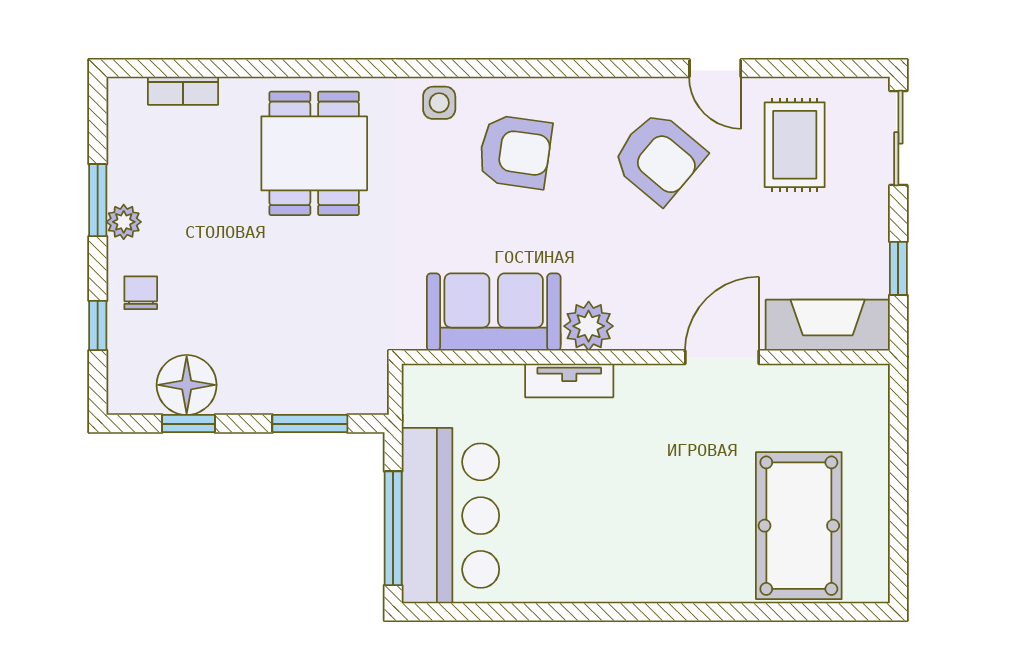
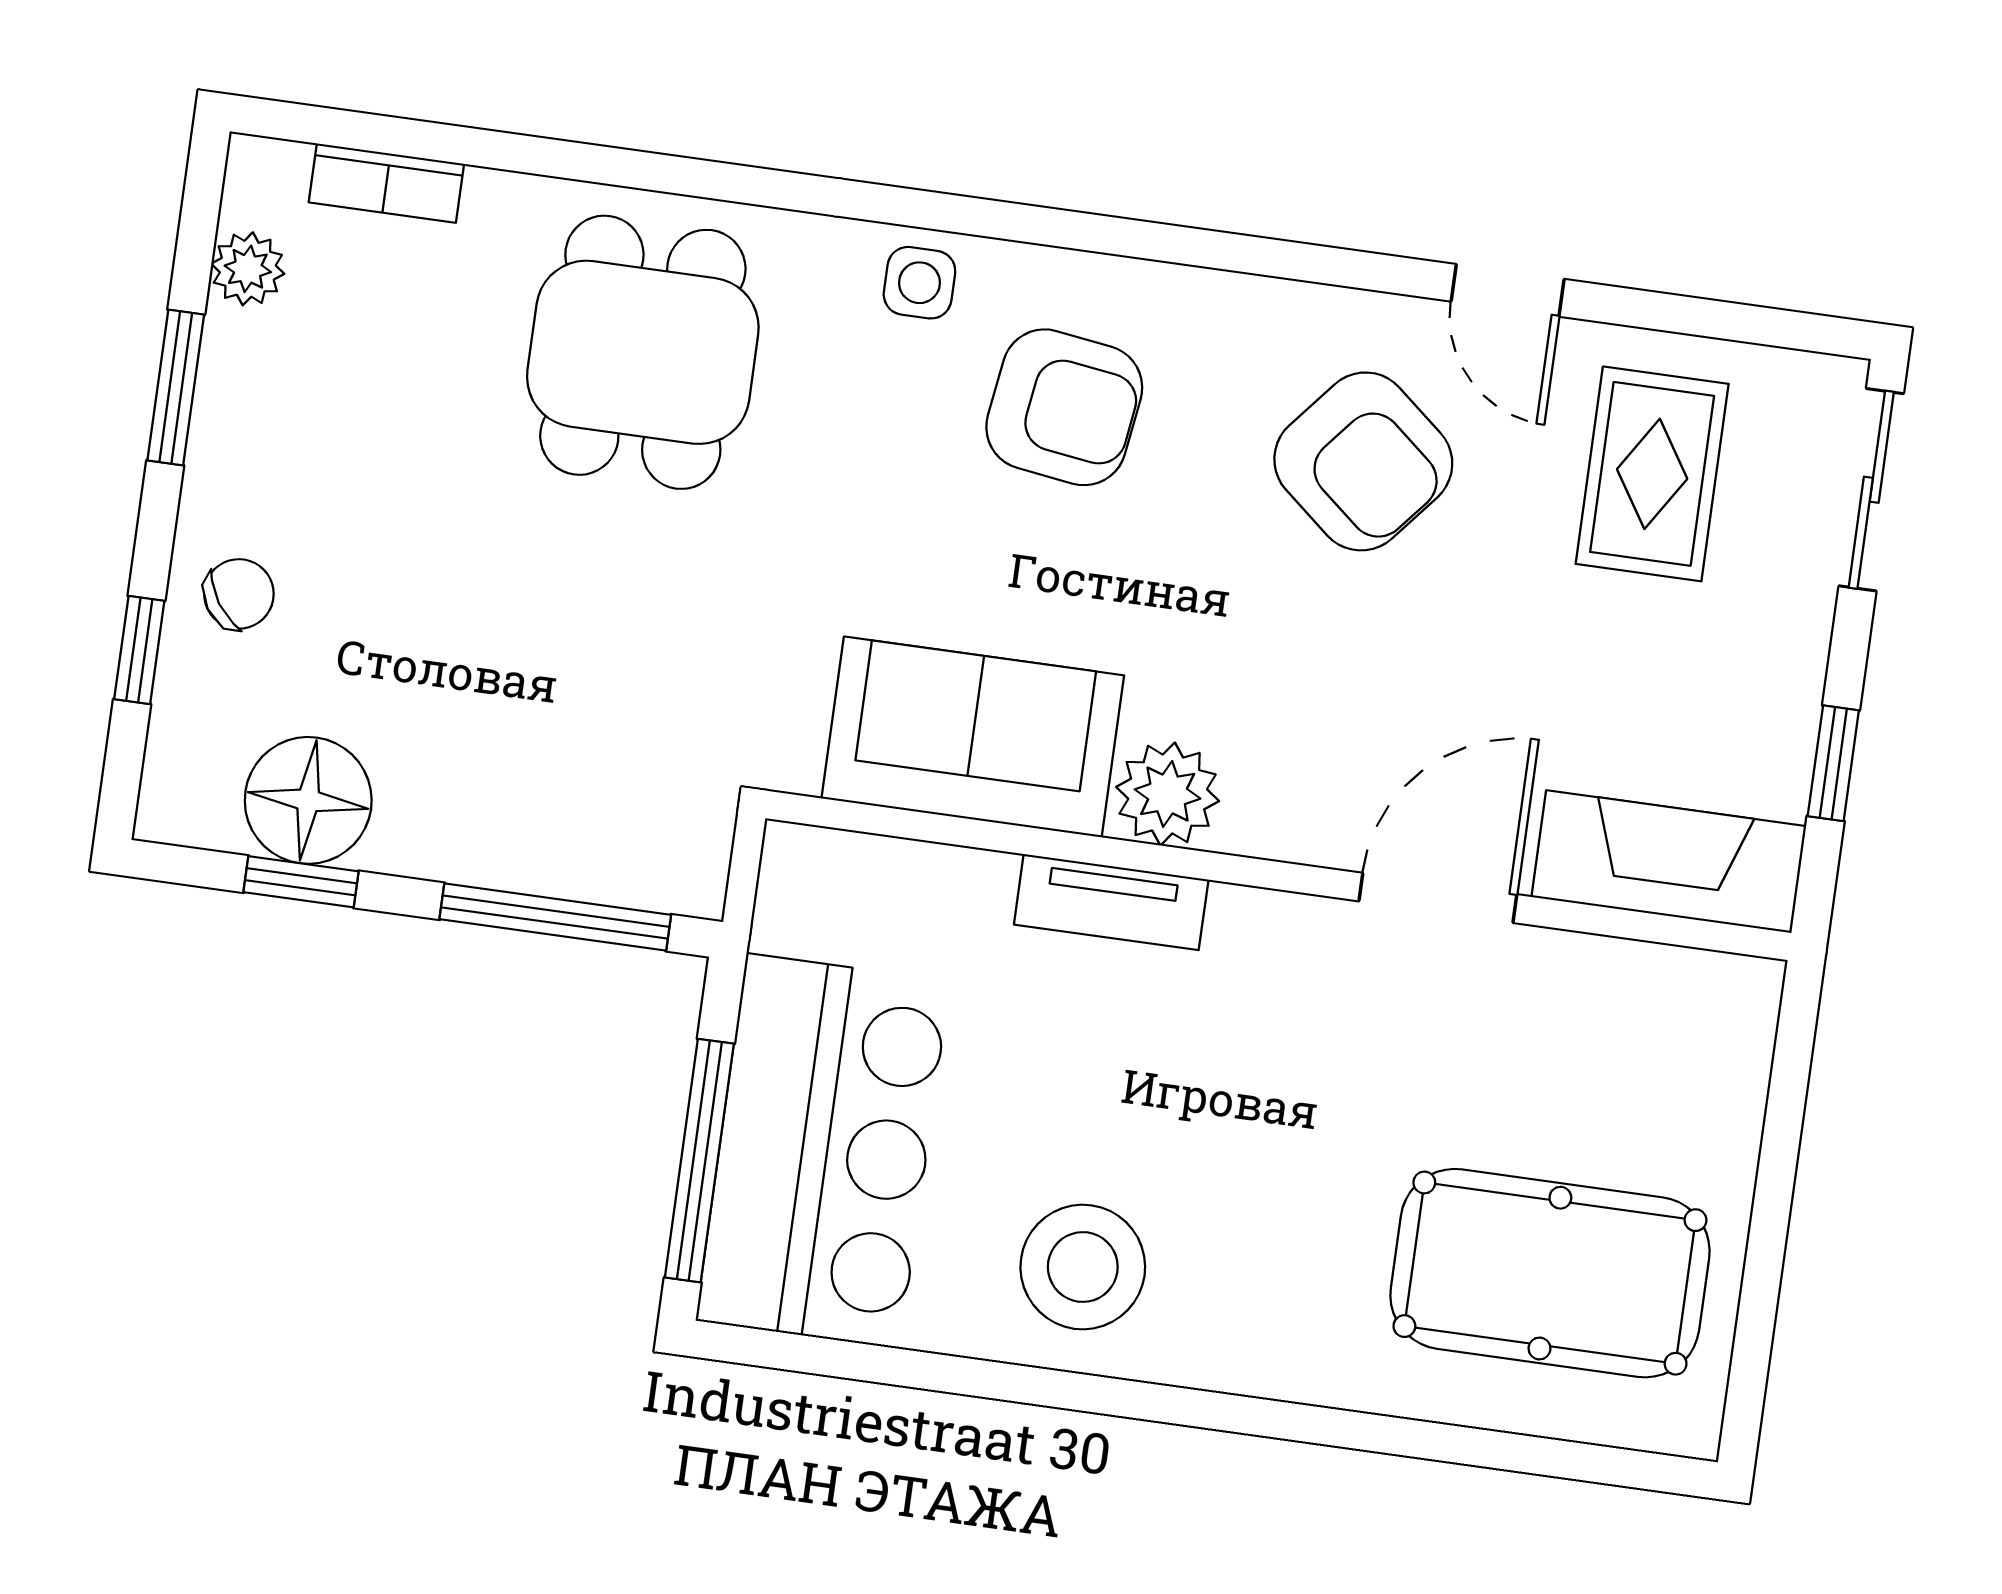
plant: (124, 222) -> (248, 269), moved
chair: (141, 293) -> (239, 594), turned 56
window: (310, 424) -> (555, 917), width x1.44
pool table: (799, 526) -> (1550, 1273), turned 90
stool: (580, 553) -> (1083, 1267), added

